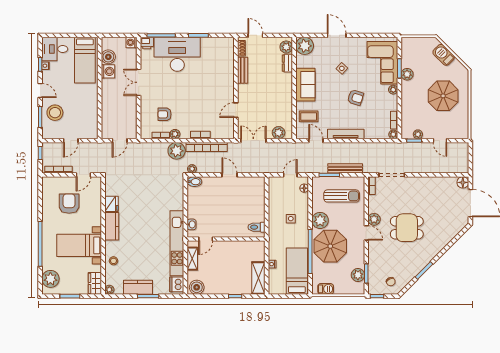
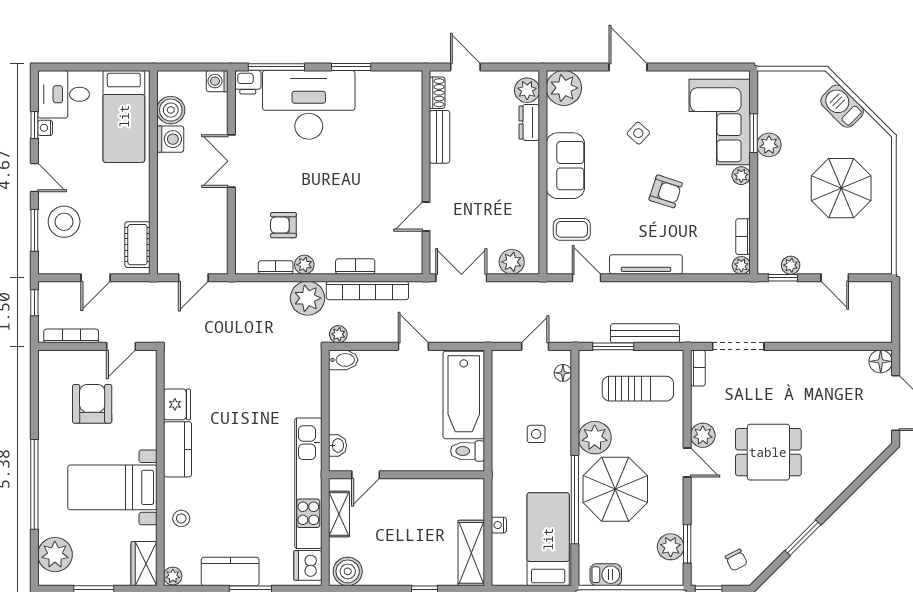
cot: (92, 124) -> (137, 245), added
bathtub: (255, 199) -> (464, 395), added

